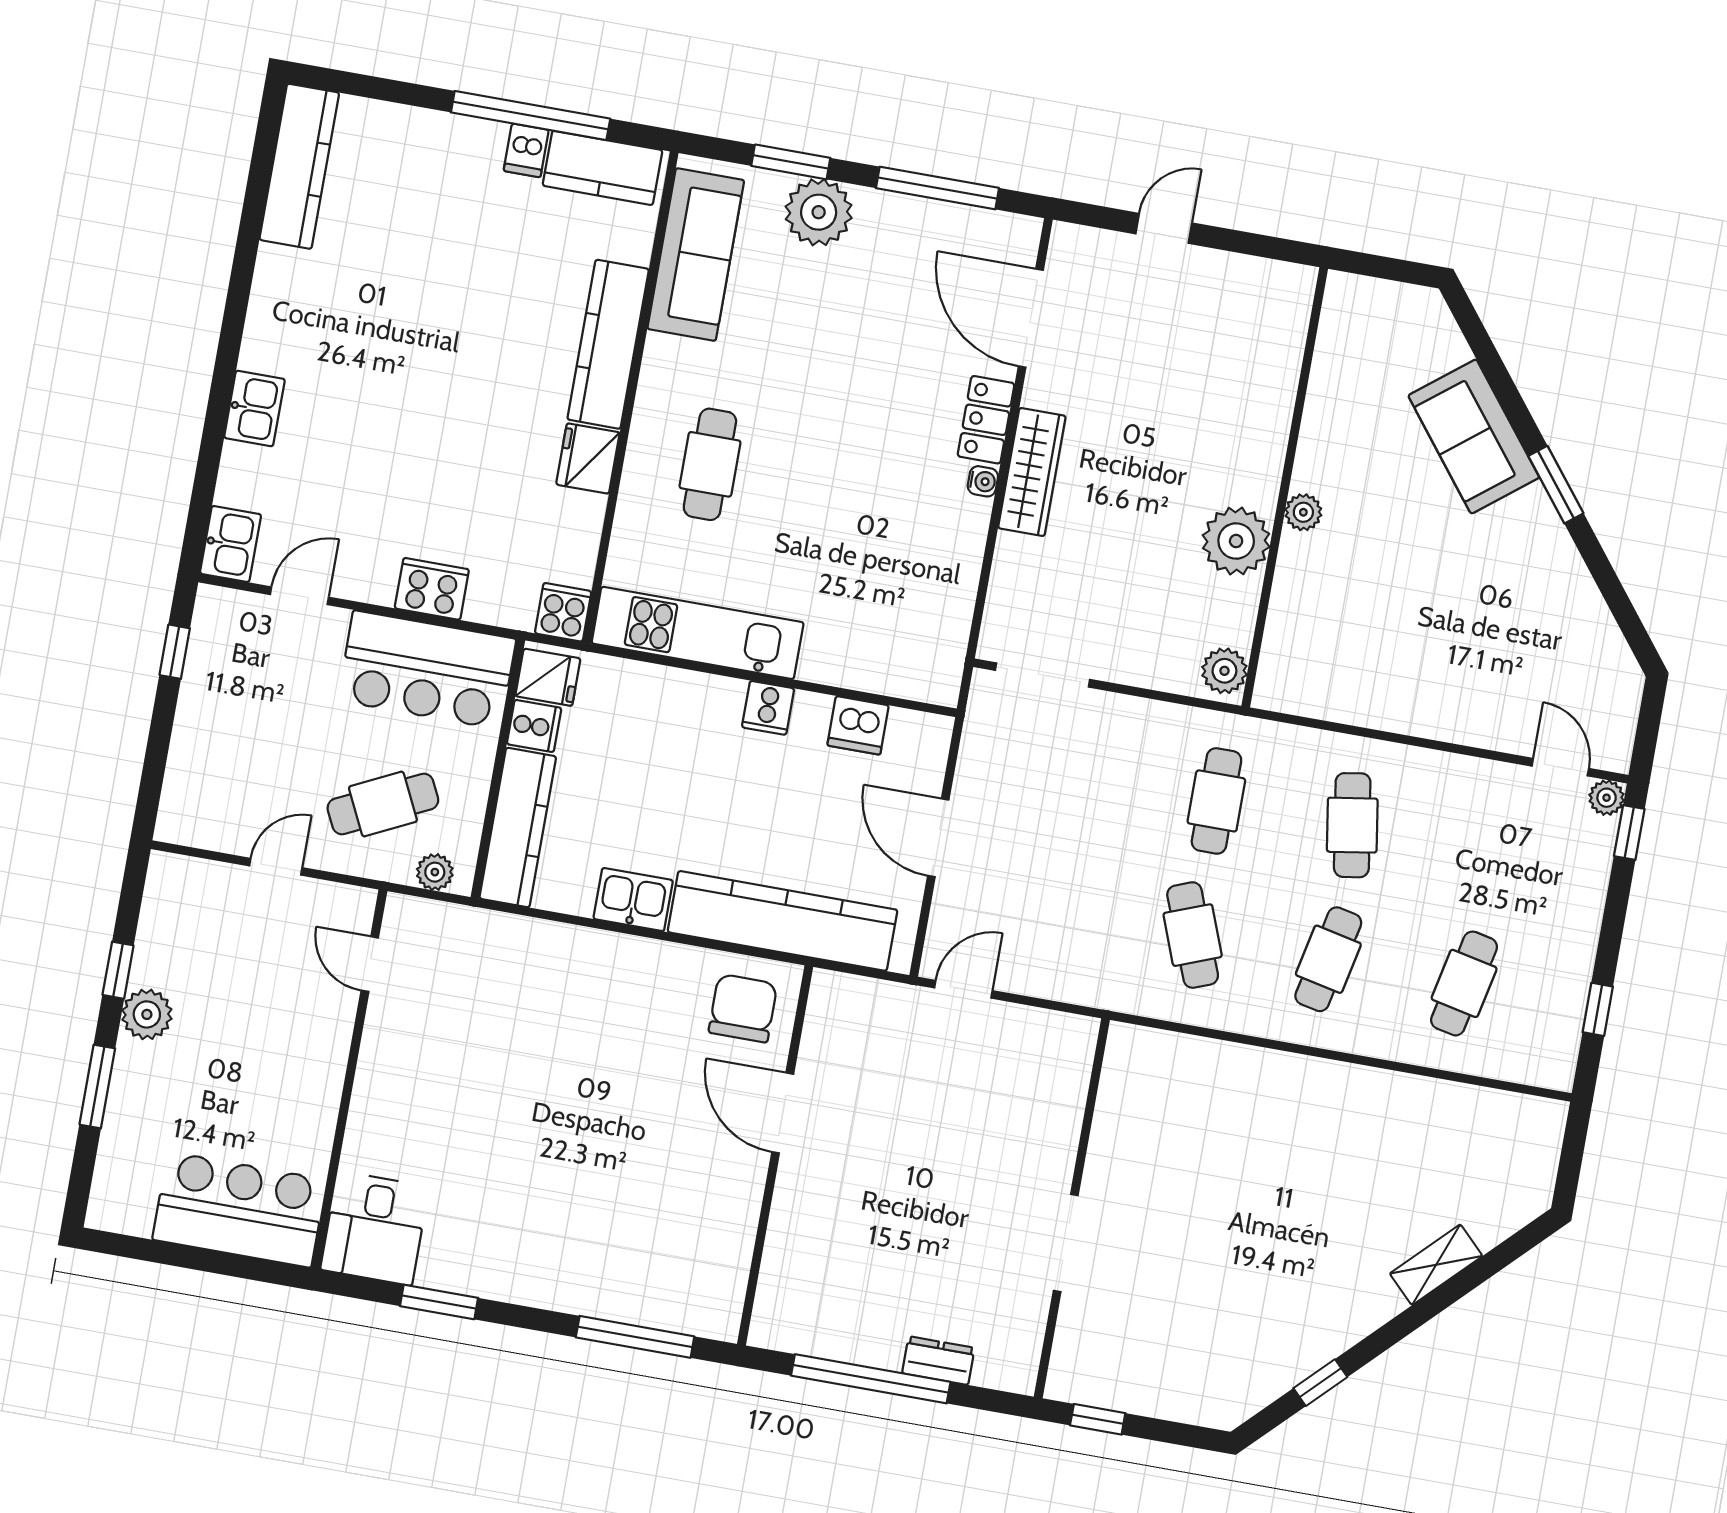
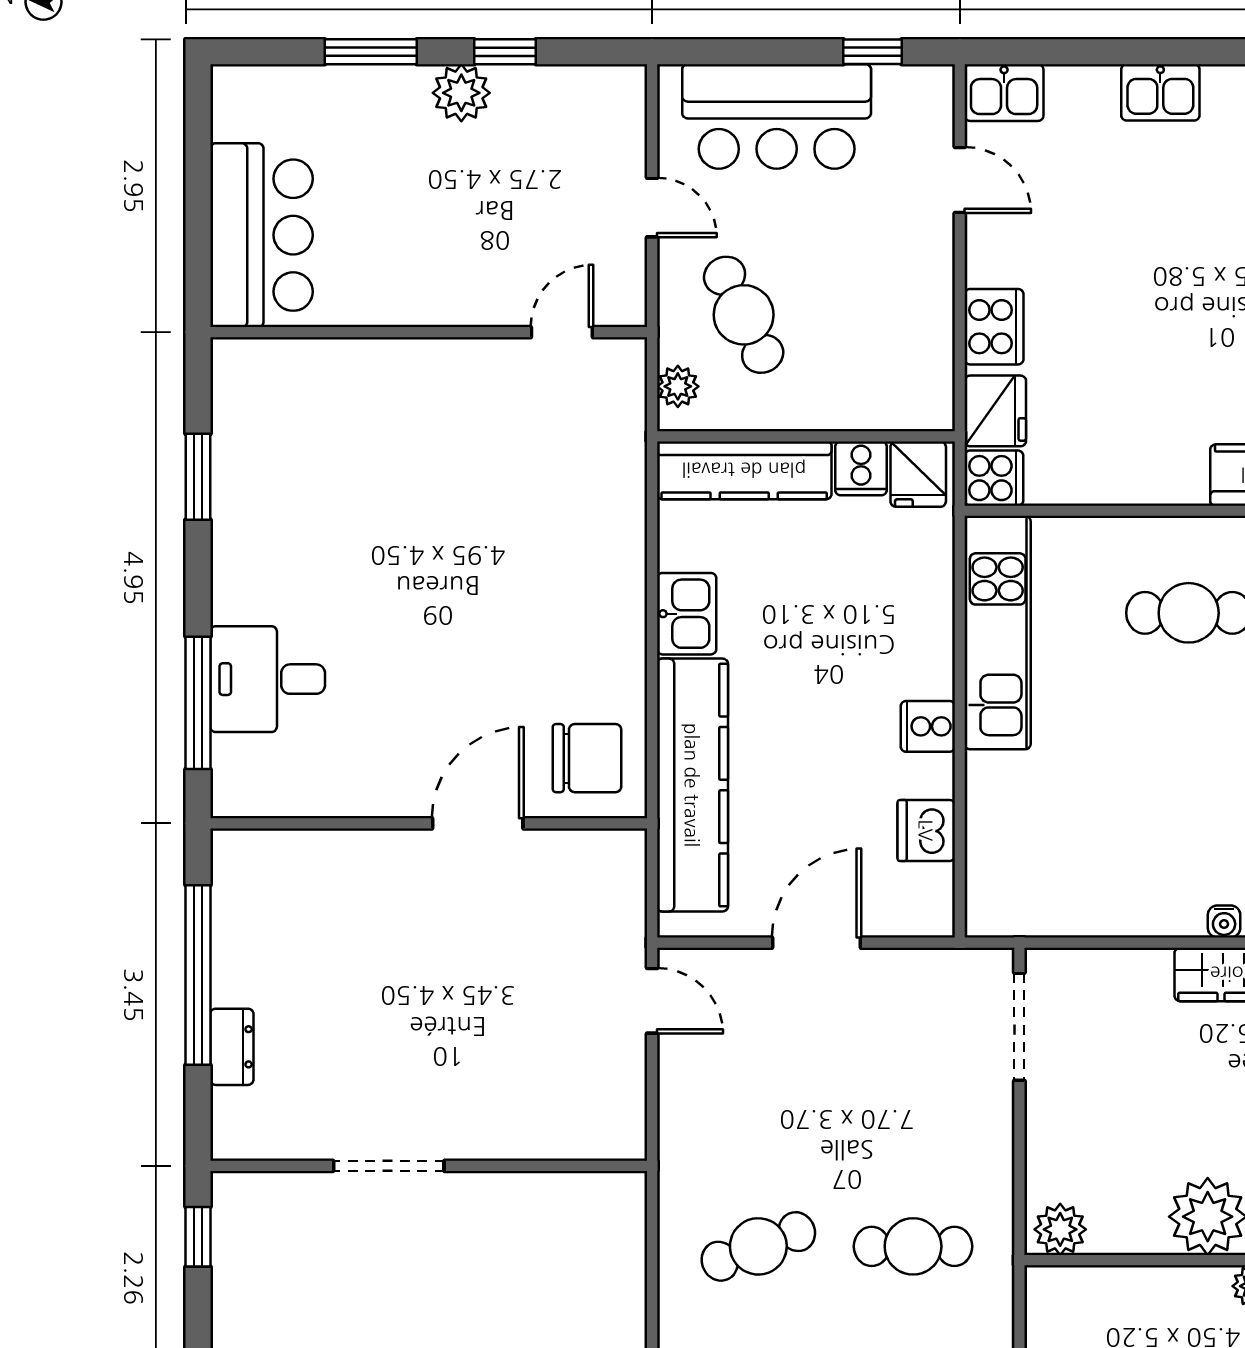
fridge: (588, 458) -> (995, 411), moved, turned 90
bar counter: (427, 670) -> (777, 116), moved, turned -90
desk: (375, 1228) -> (268, 679), moved

